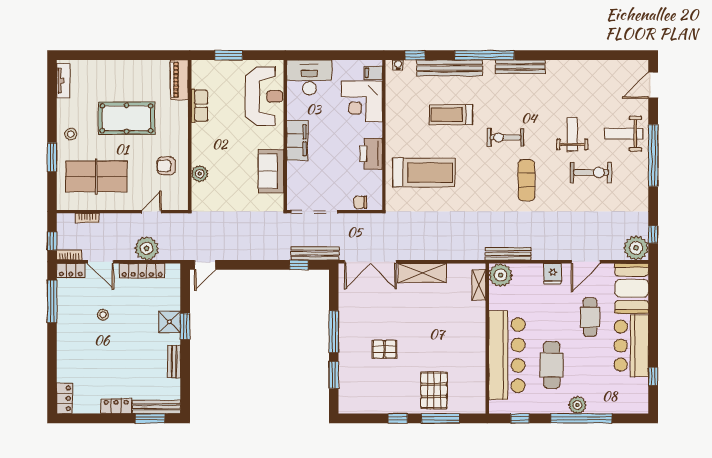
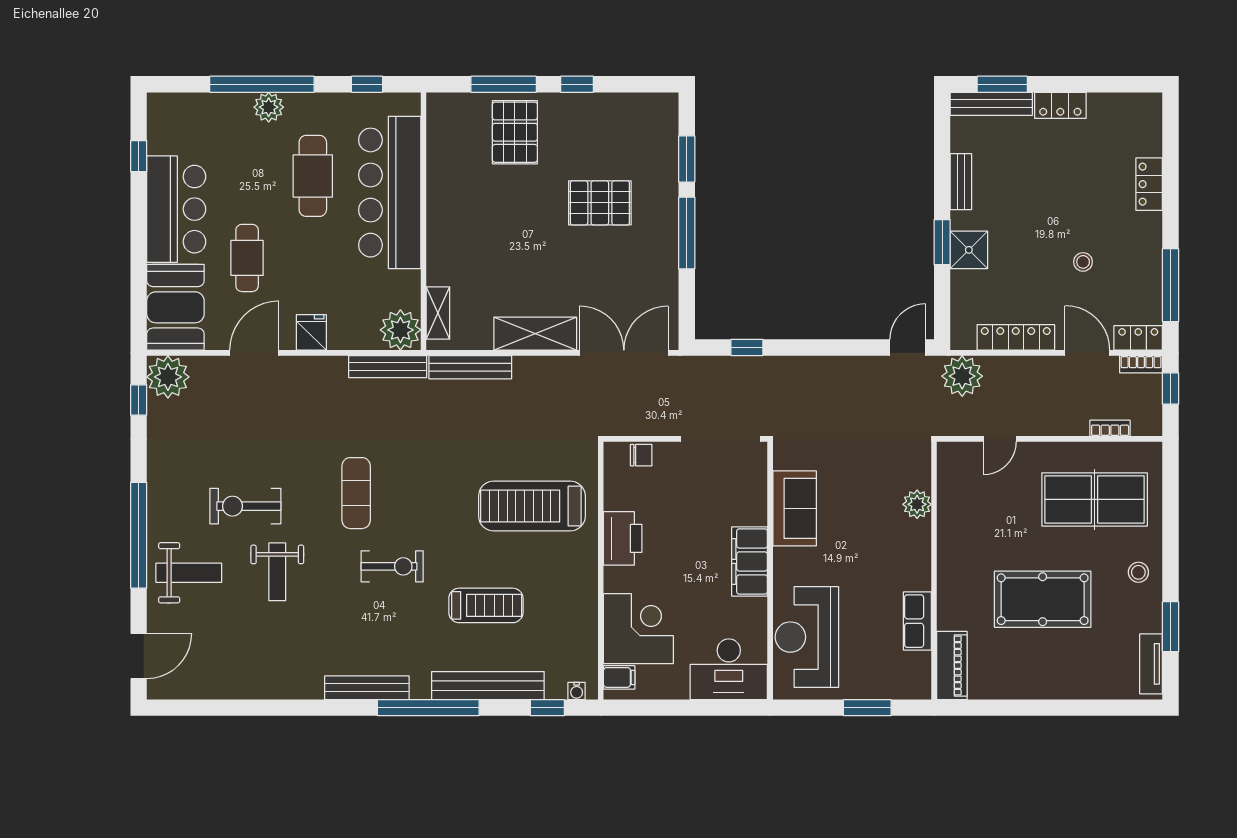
window: (52, 157) -> (1171, 627), moved
armchair: (166, 166) -> (974, 518), removed
plant: (147, 248) -> (962, 376), moved
bench: (315, 253) -> (470, 367), moved
pallet: (384, 349) -> (600, 203), width x1.50, depth x1.42
locker: (64, 398) -> (1149, 184), moved

